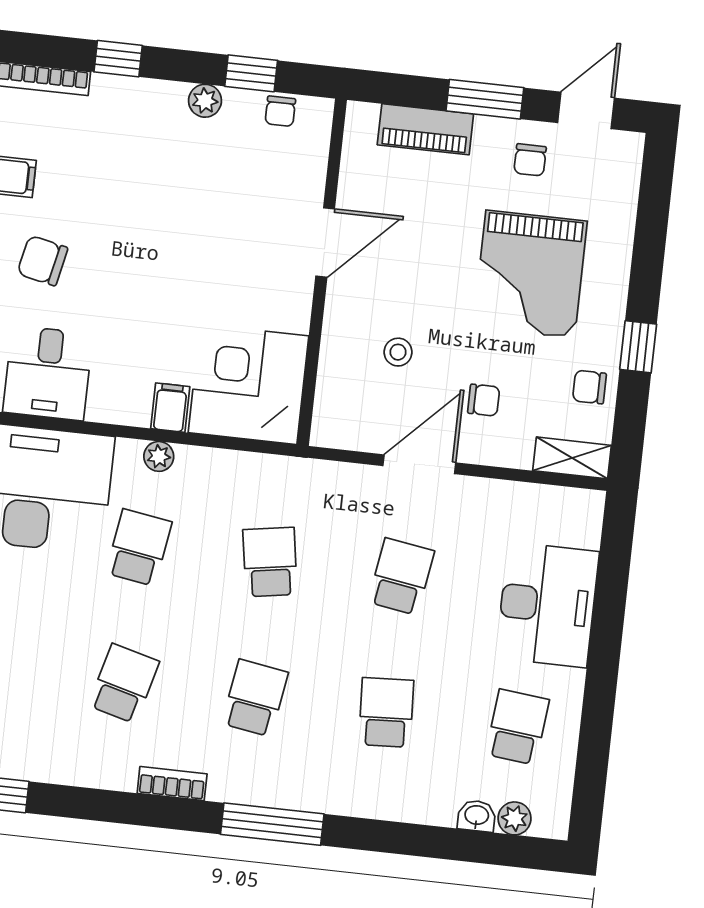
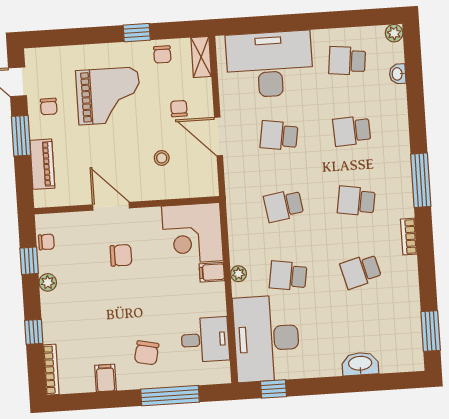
chair: (530, 160) -> (49, 107), turned 90
chair: (231, 245) -> (121, 255), added
desk: (547, 605) -> (269, 64), width x1.36, depth x1.30
school desk: (124, 683) -> (361, 271), turned -30
plant: (514, 818) -> (394, 33), moved

